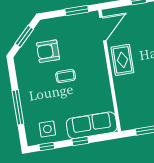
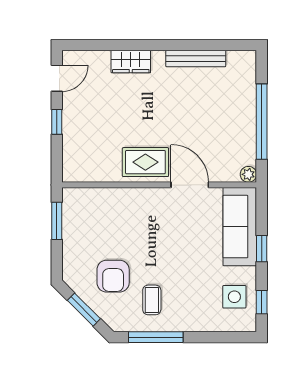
door: (103, 29) -> (190, 185), moved
coffee table: (66, 76) -> (152, 300), moved
window: (18, 107) -> (156, 337), moved
plant: (125, 125) -> (248, 174), added

